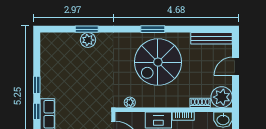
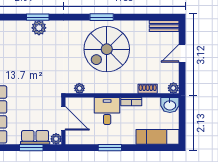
bench: (212, 38) -> (164, 26), width x0.73
plant: (222, 97) -> (173, 88), width x0.53, depth x0.53

